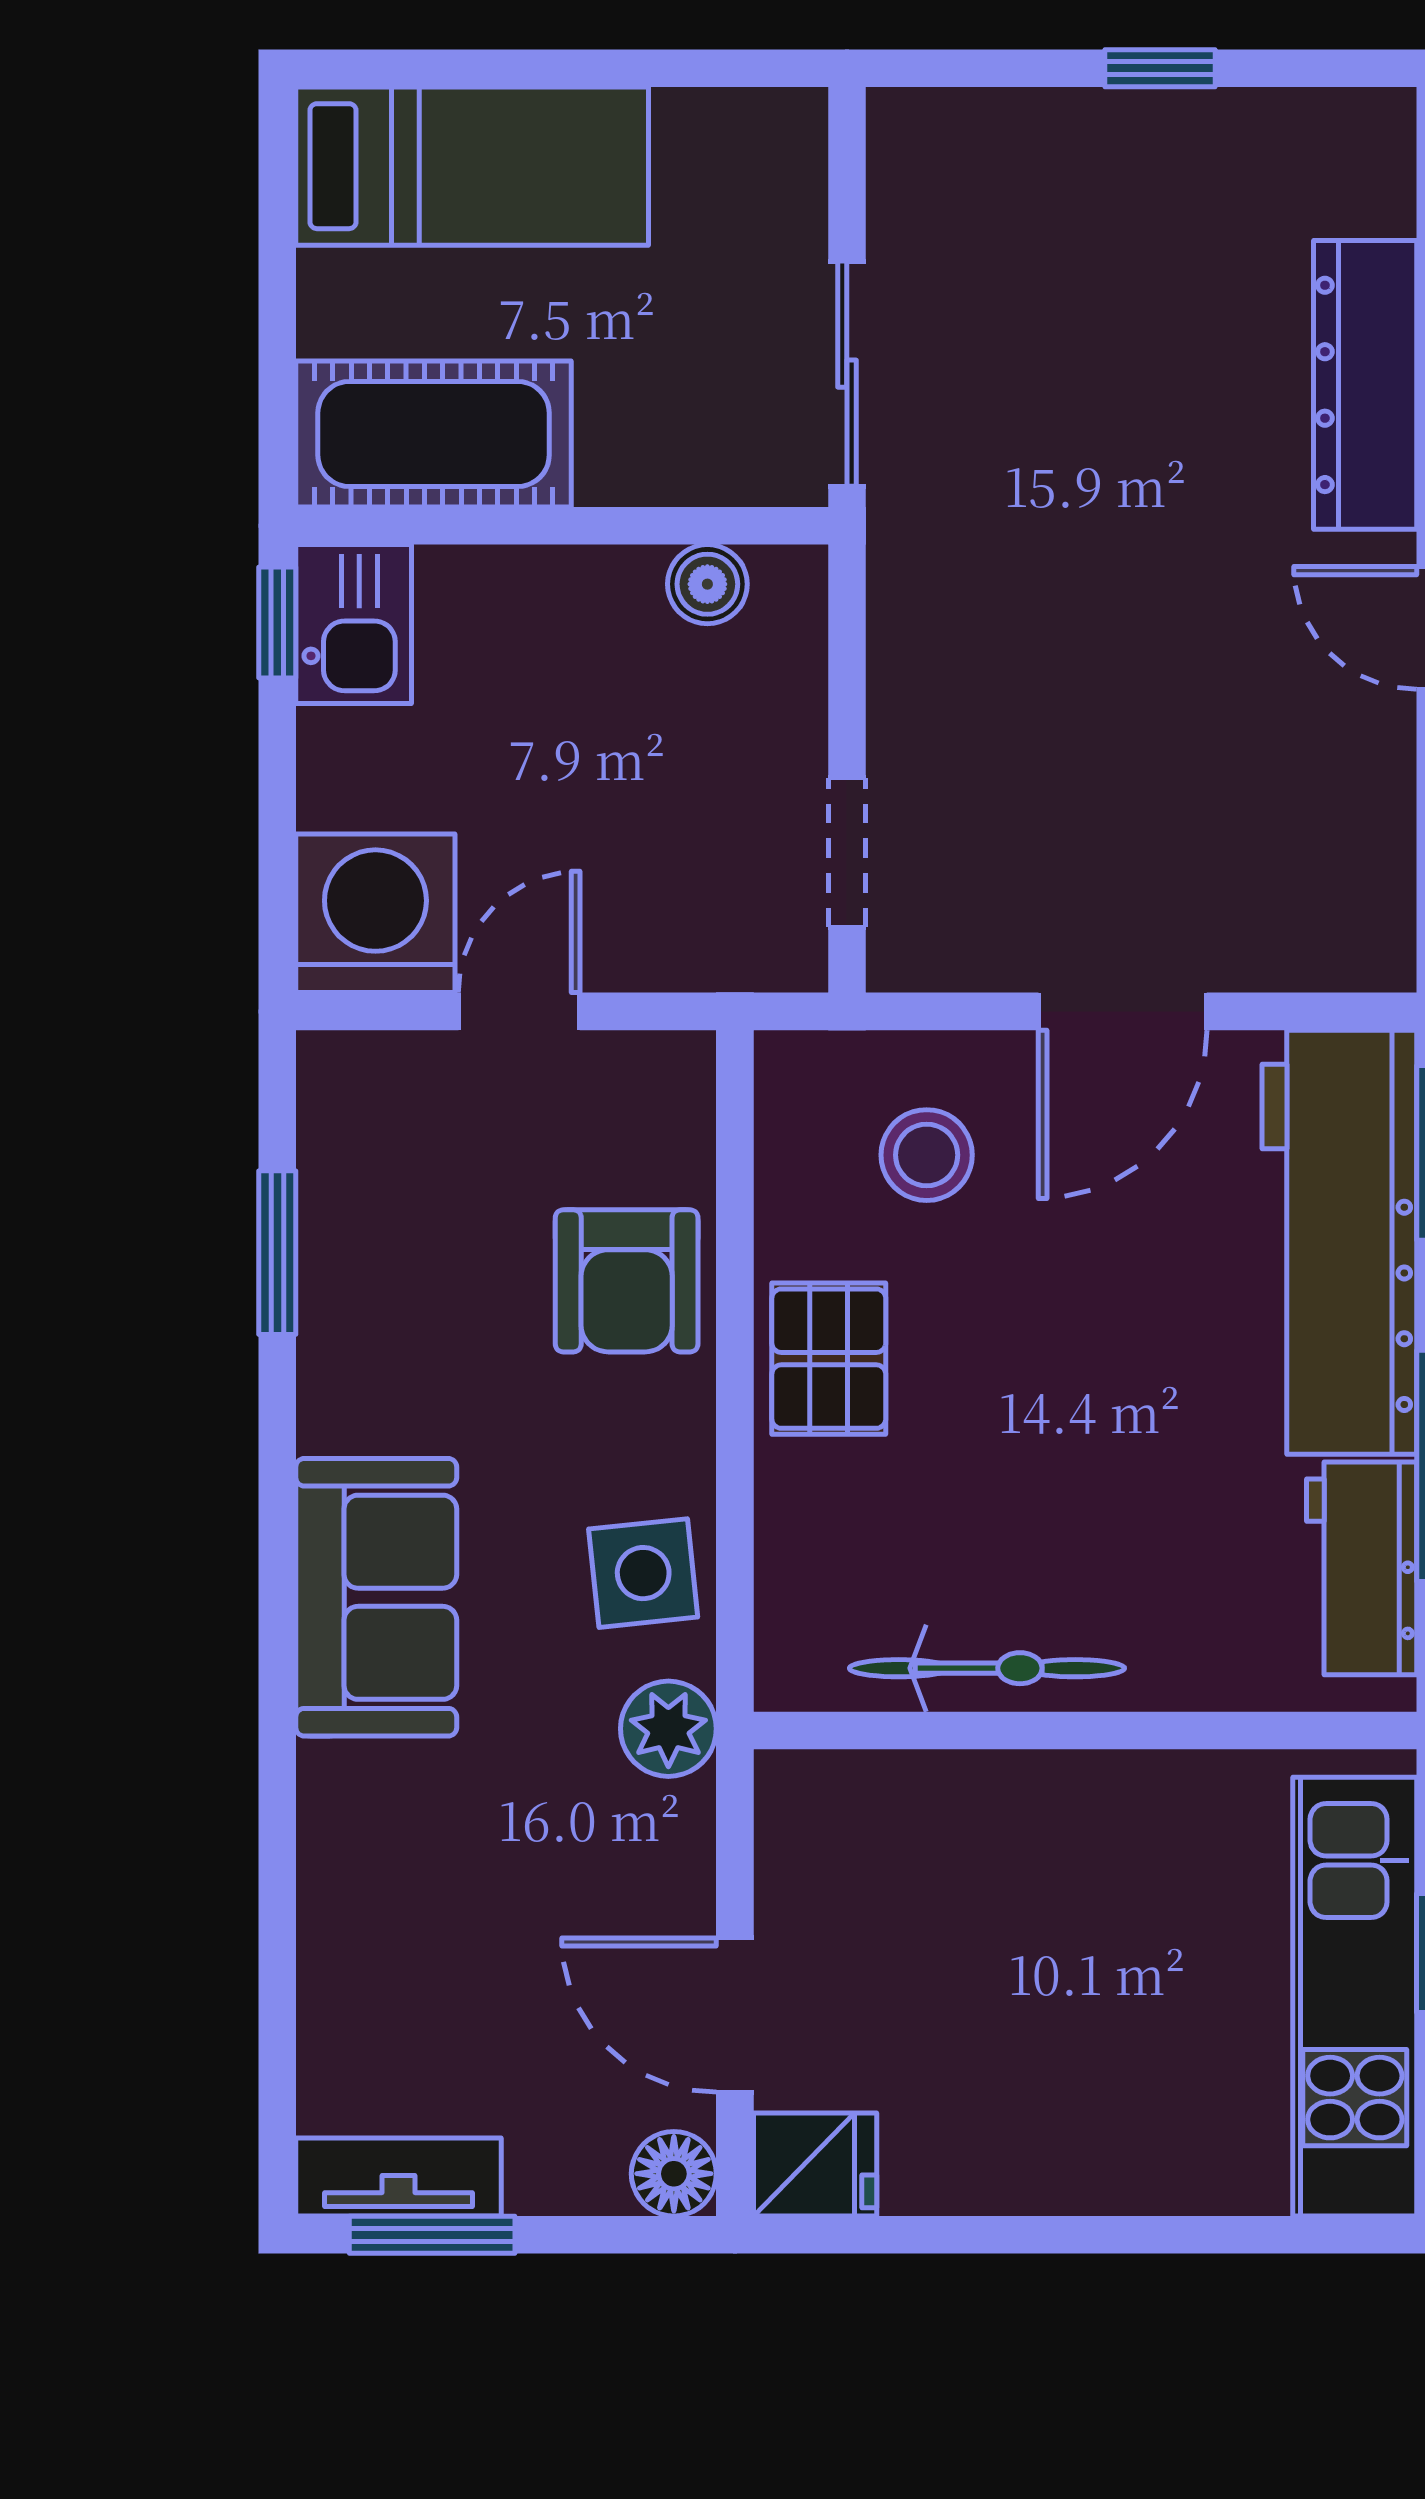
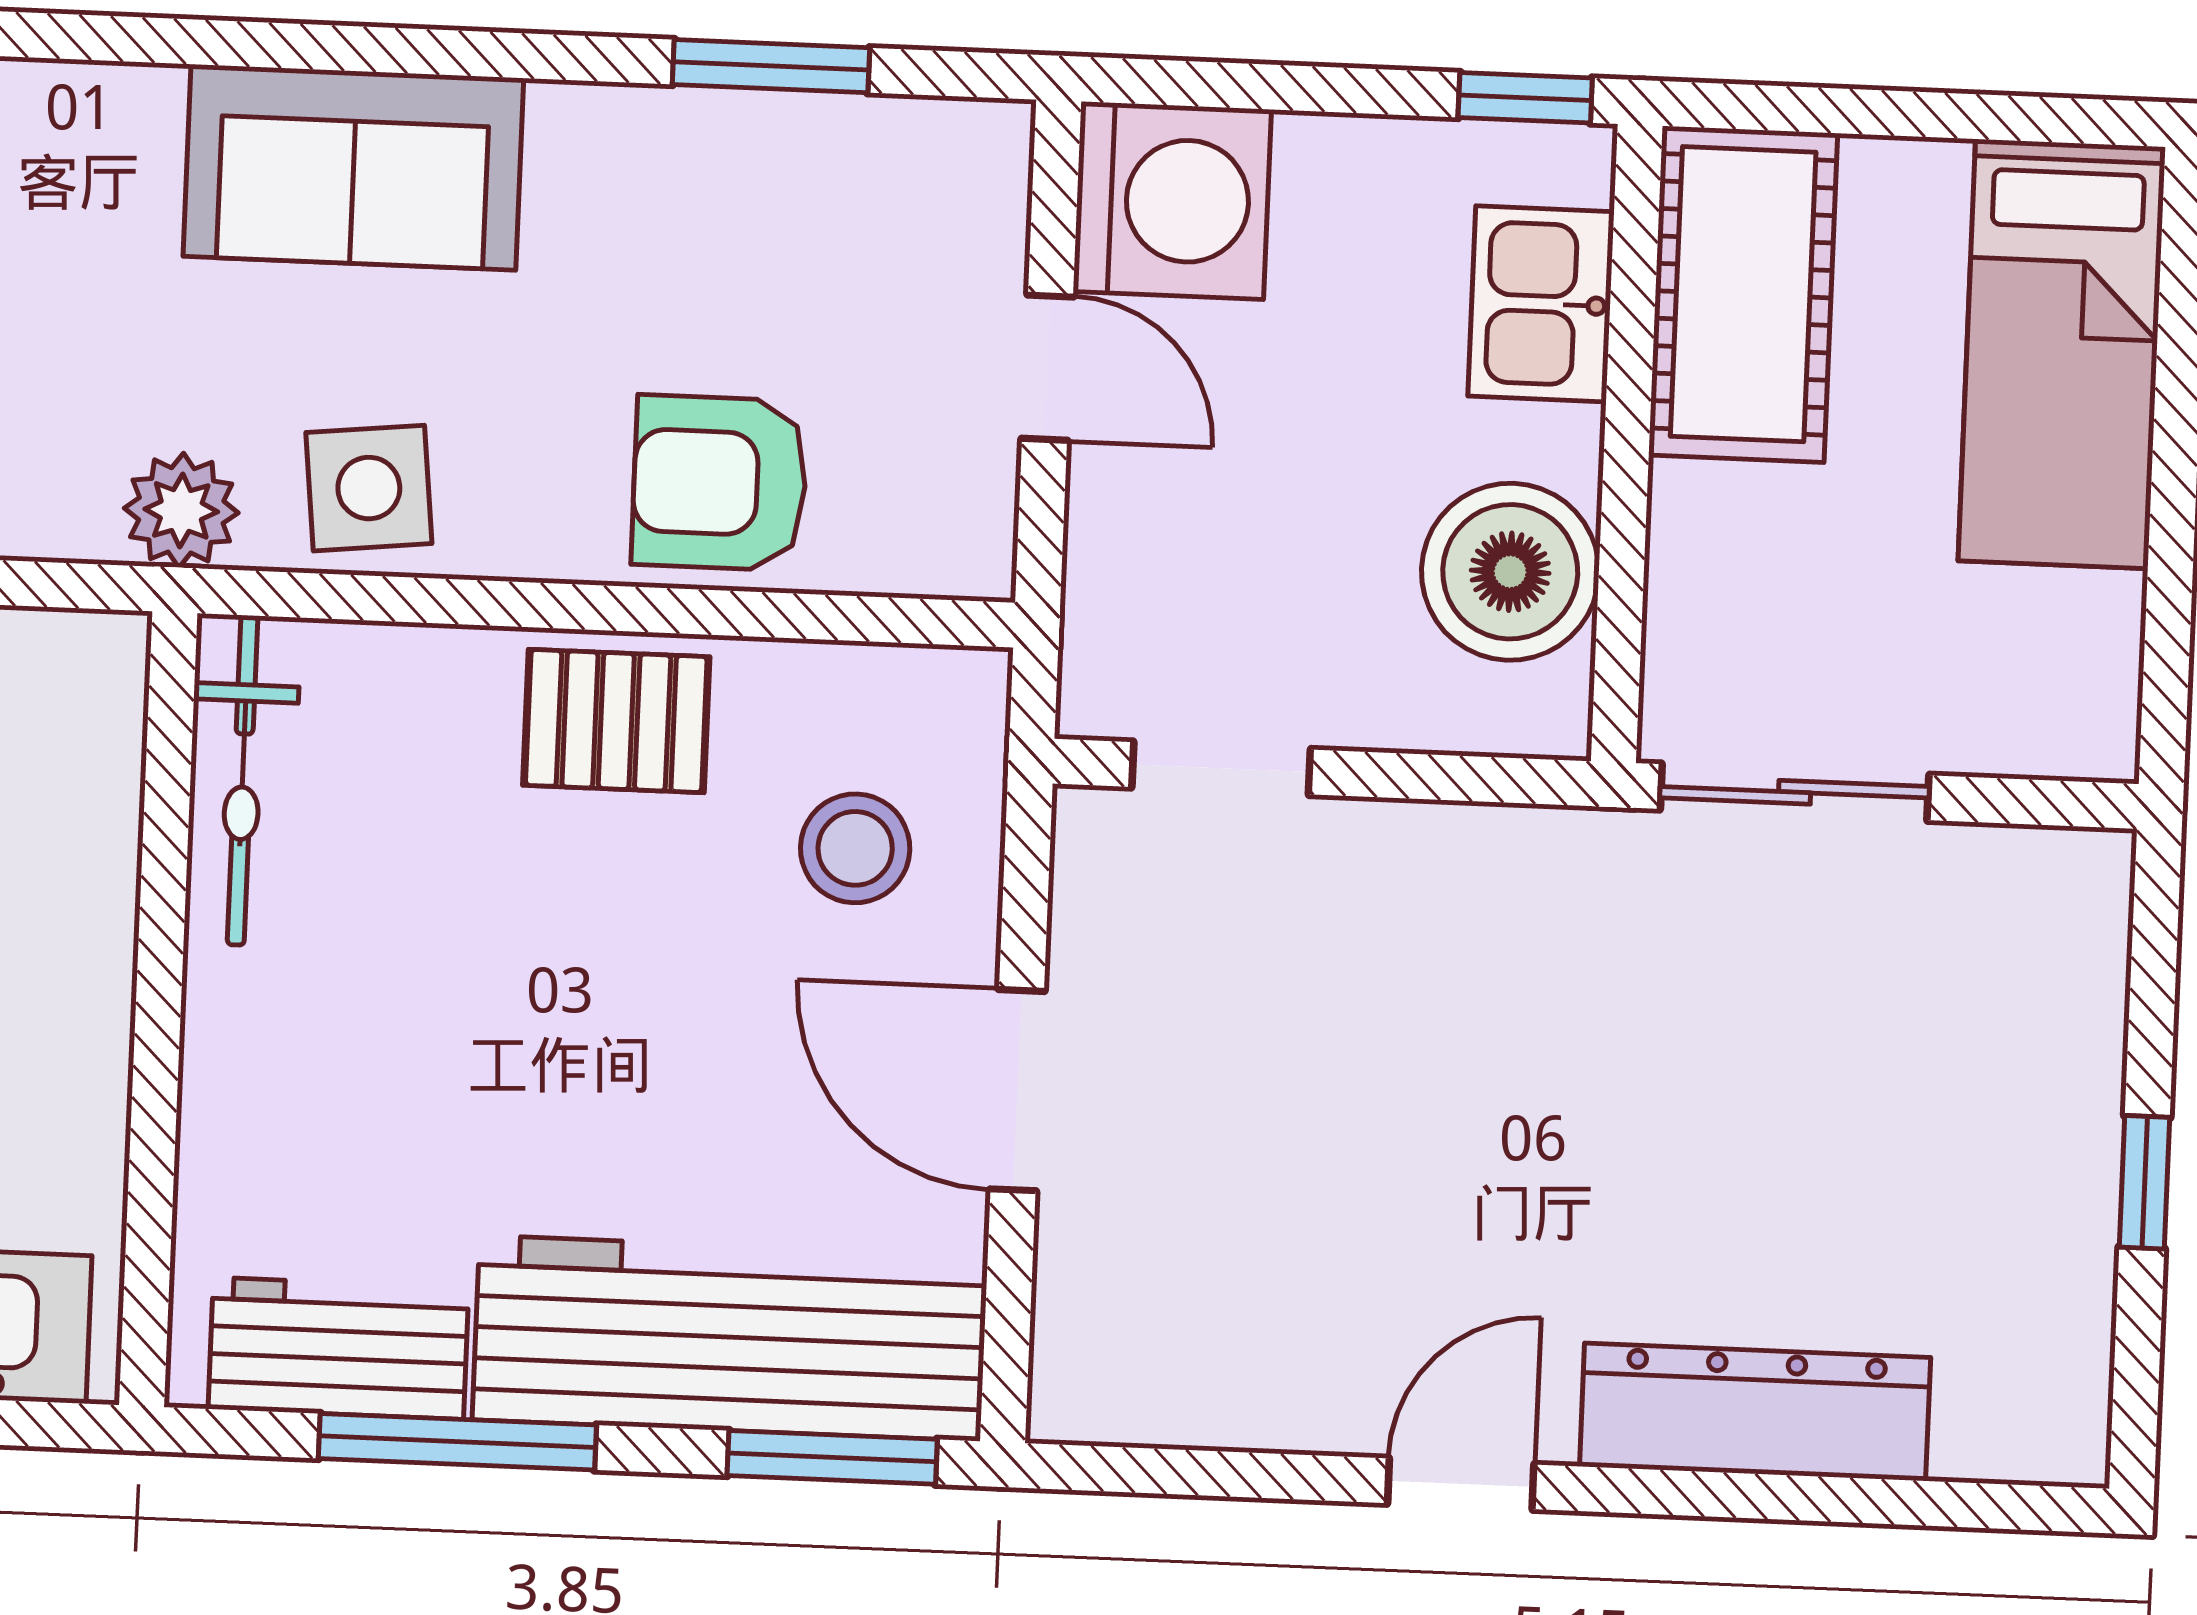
boiler: (707, 584) -> (1510, 572), width x1.86, depth x1.86
kitchen sink: (354, 624) -> (1541, 304), moved, turned 90
bicycle: (987, 1668) -> (243, 780), moved

